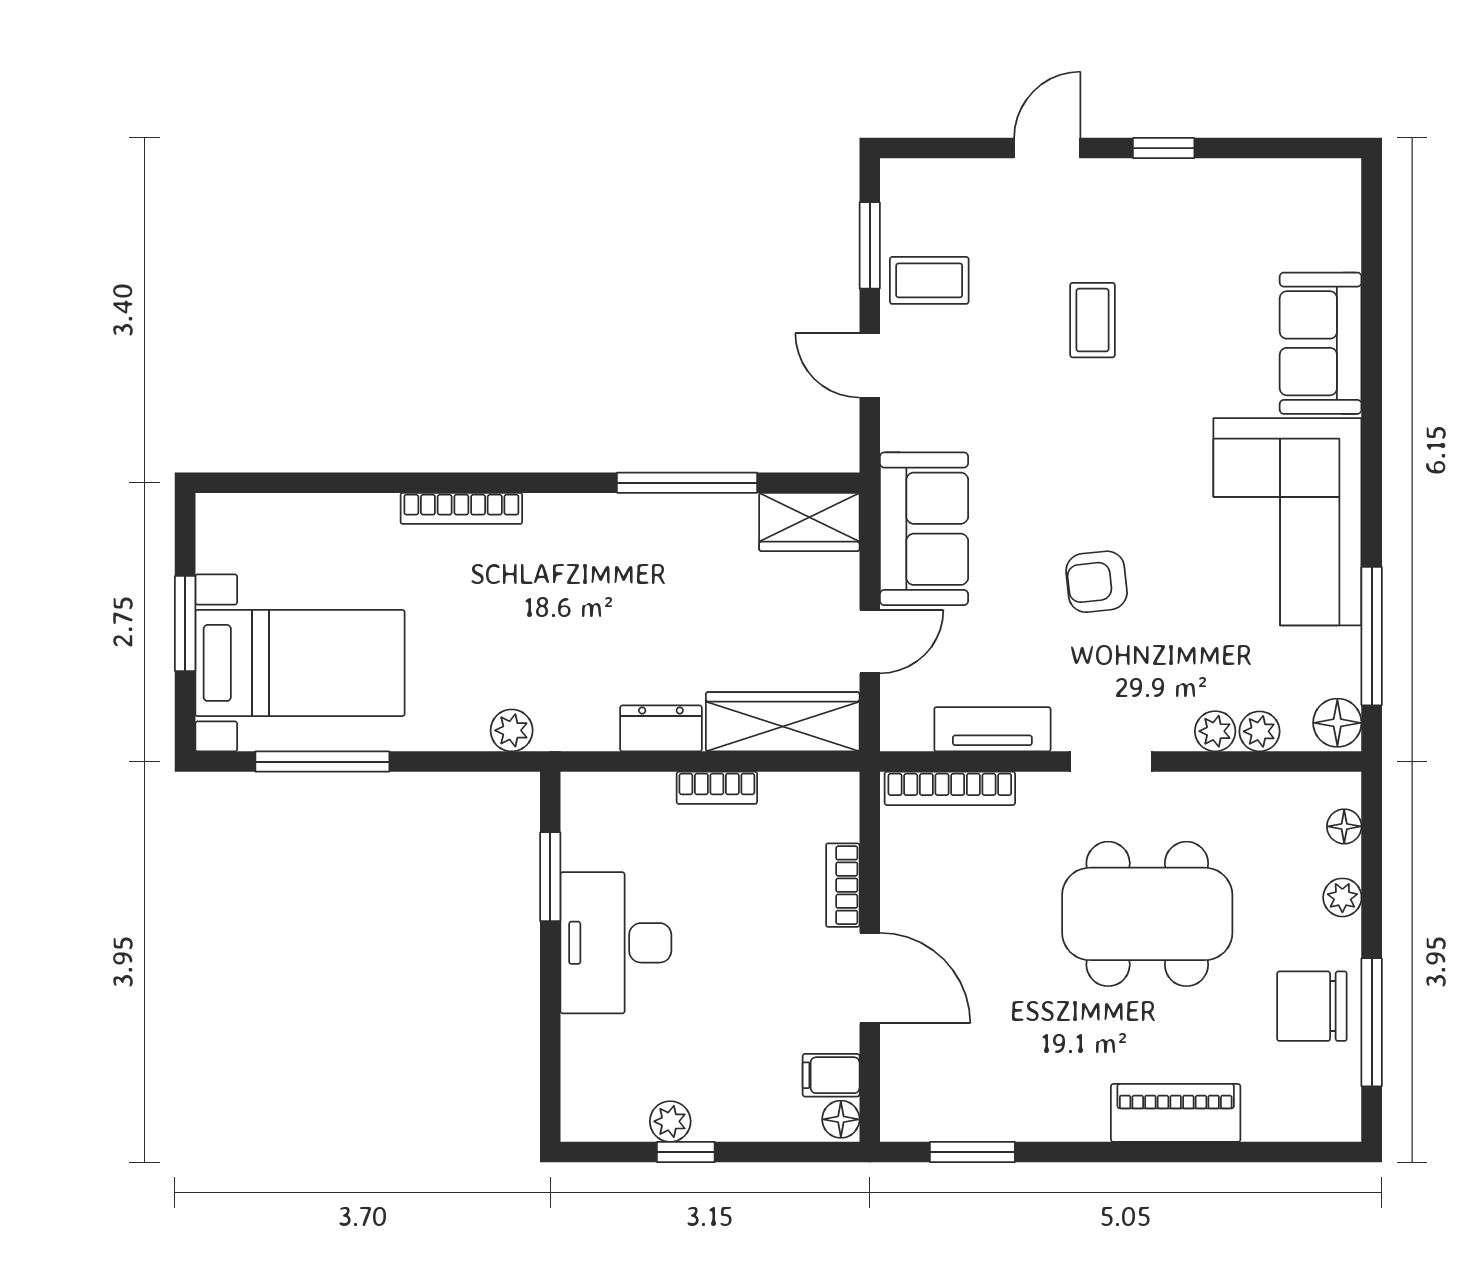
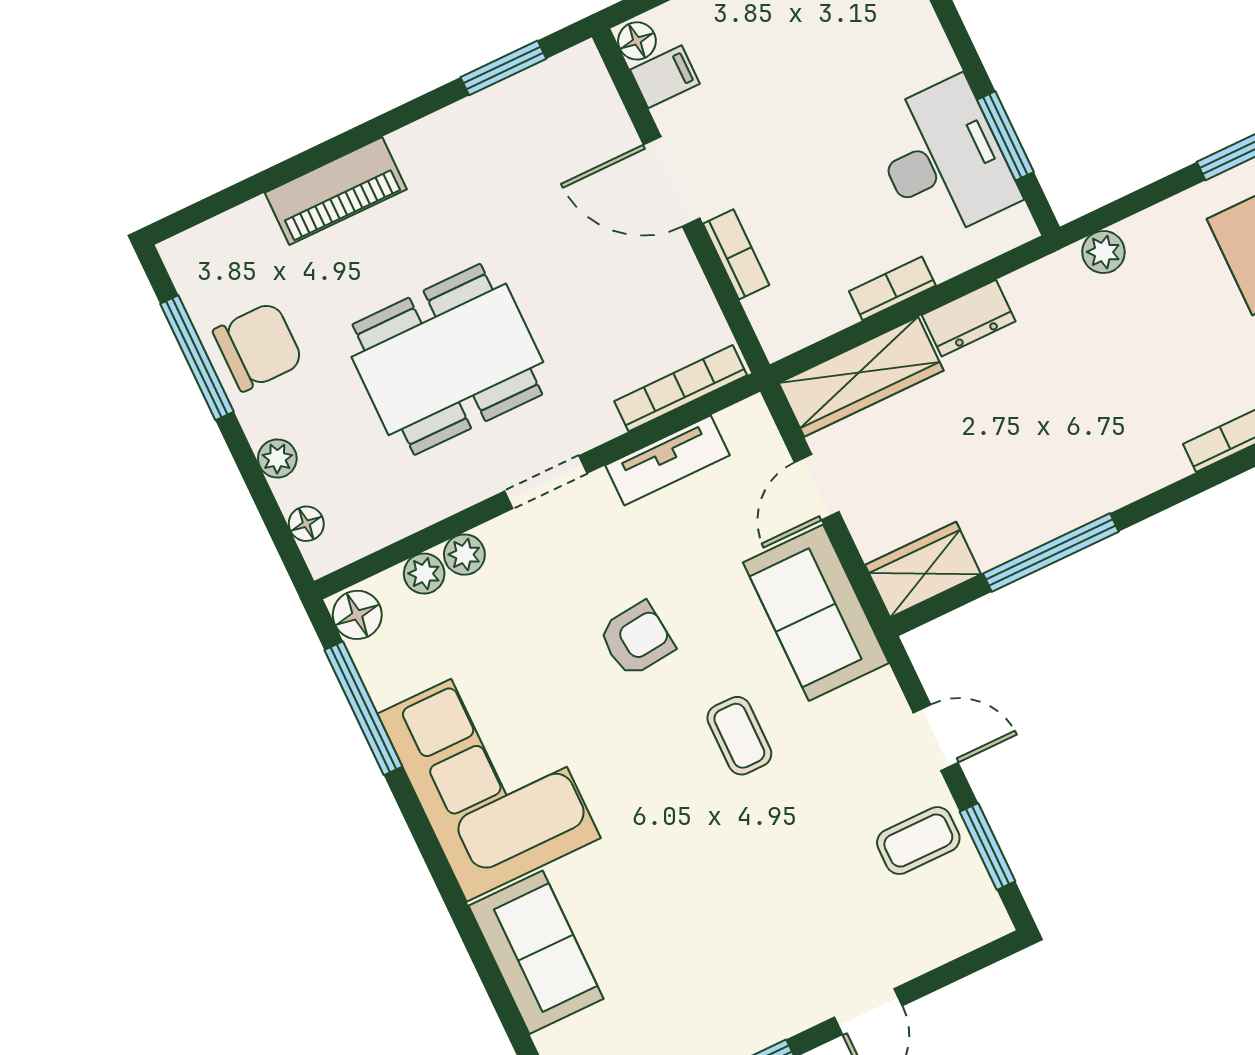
coffee table: (1093, 320) -> (739, 736), moved
desk: (616, 943) -> (944, 159), moved

